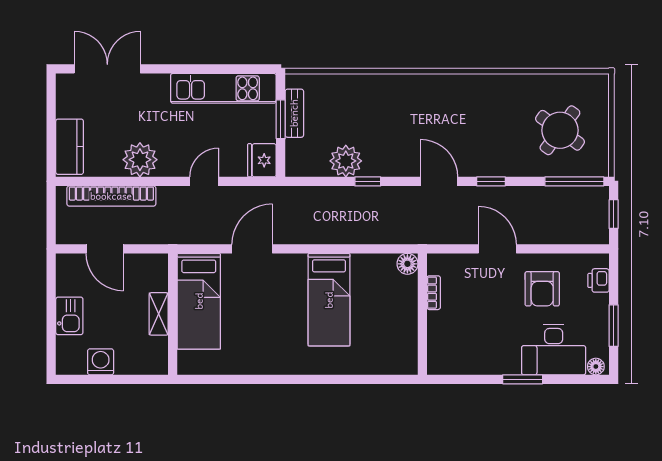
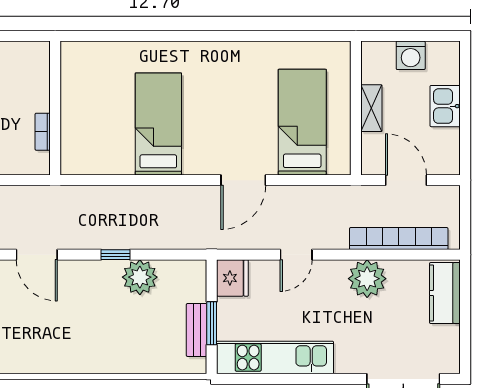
floor lamp: (407, 264) -> (72, 164), removed
shelving: (159, 314) -> (371, 108), moved
wall: (173, 314) -> (356, 108), moved

